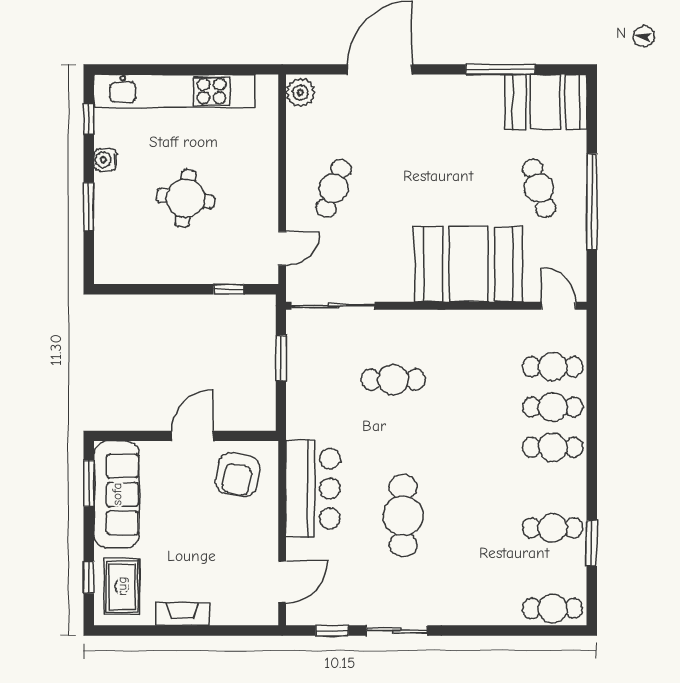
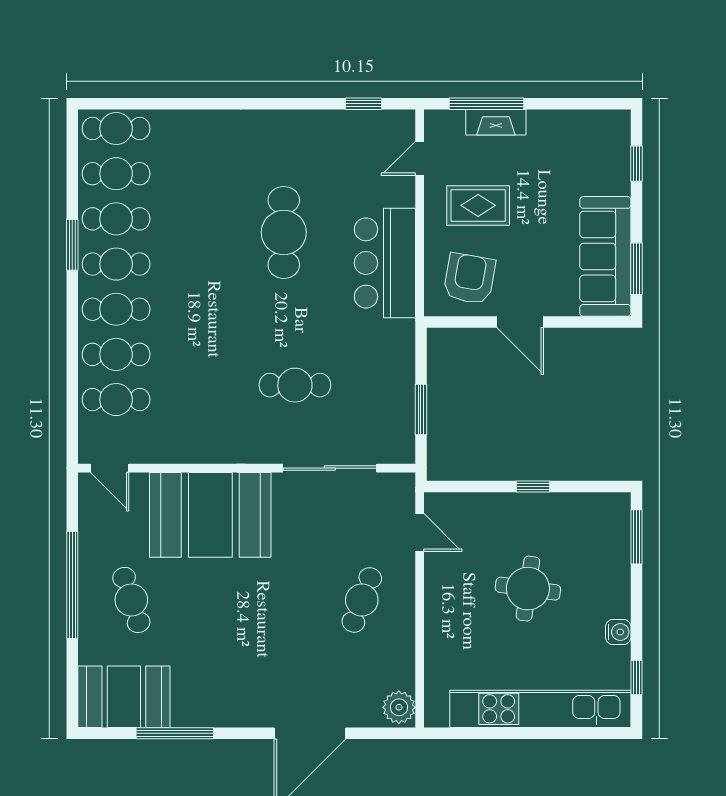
window: (89, 207) -> (636, 537), moved
door: (282, 248) -> (420, 532), swing flipped
window: (229, 289) -> (533, 487), moved
sliding door: (333, 306) -> (330, 468), moved
door: (192, 436) -> (520, 322), hinge flipped
cafe table: (553, 488) -> (116, 264), added
window: (592, 543) -> (72, 245), moved
cafe table: (553, 568) -> (116, 174), added
door: (282, 582) -> (420, 158), width x0.73
rug: (122, 586) -> (478, 205), moved, turned 90
fireplace: (182, 614) -> (496, 122), moved
window: (222, 631) -> (487, 104), added
sliding door: (397, 631) -> (291, 104), removed

